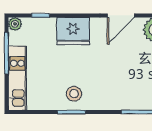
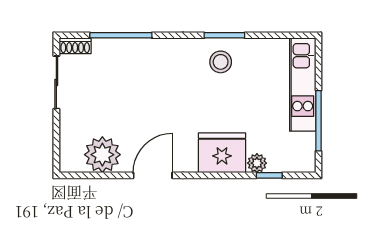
plant: (15, 24) -> (257, 163), moved

